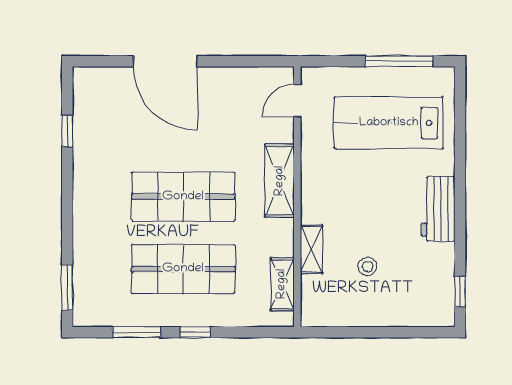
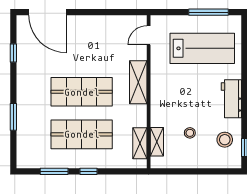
door: (165, 61) -> (47, 12), moved
lab bench: (389, 123) -> (202, 48), turned 180
shelving: (311, 249) -> (157, 142), moved
stool: (427, 278) -> (225, 140), added
window: (67, 287) -> (13, 117), moved

